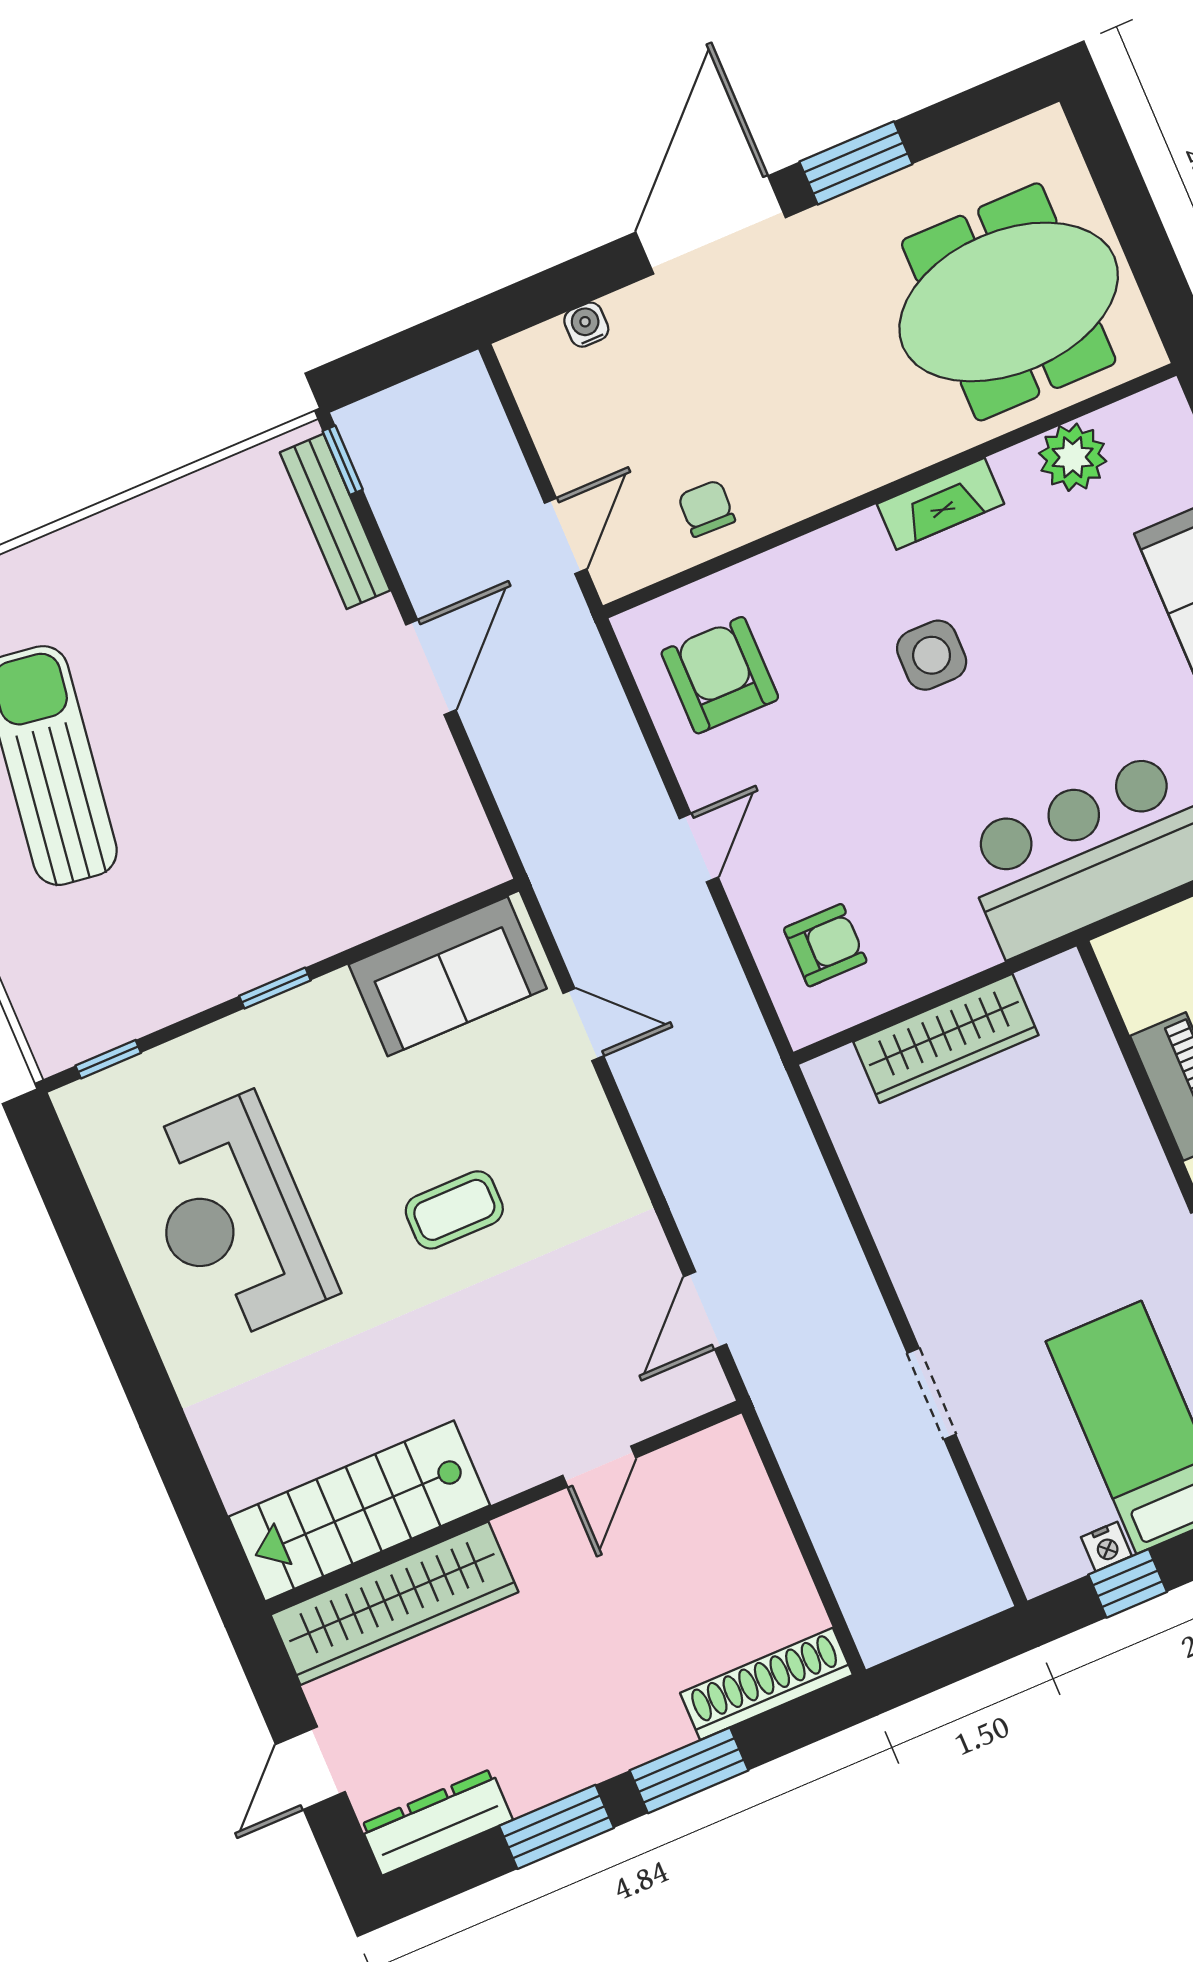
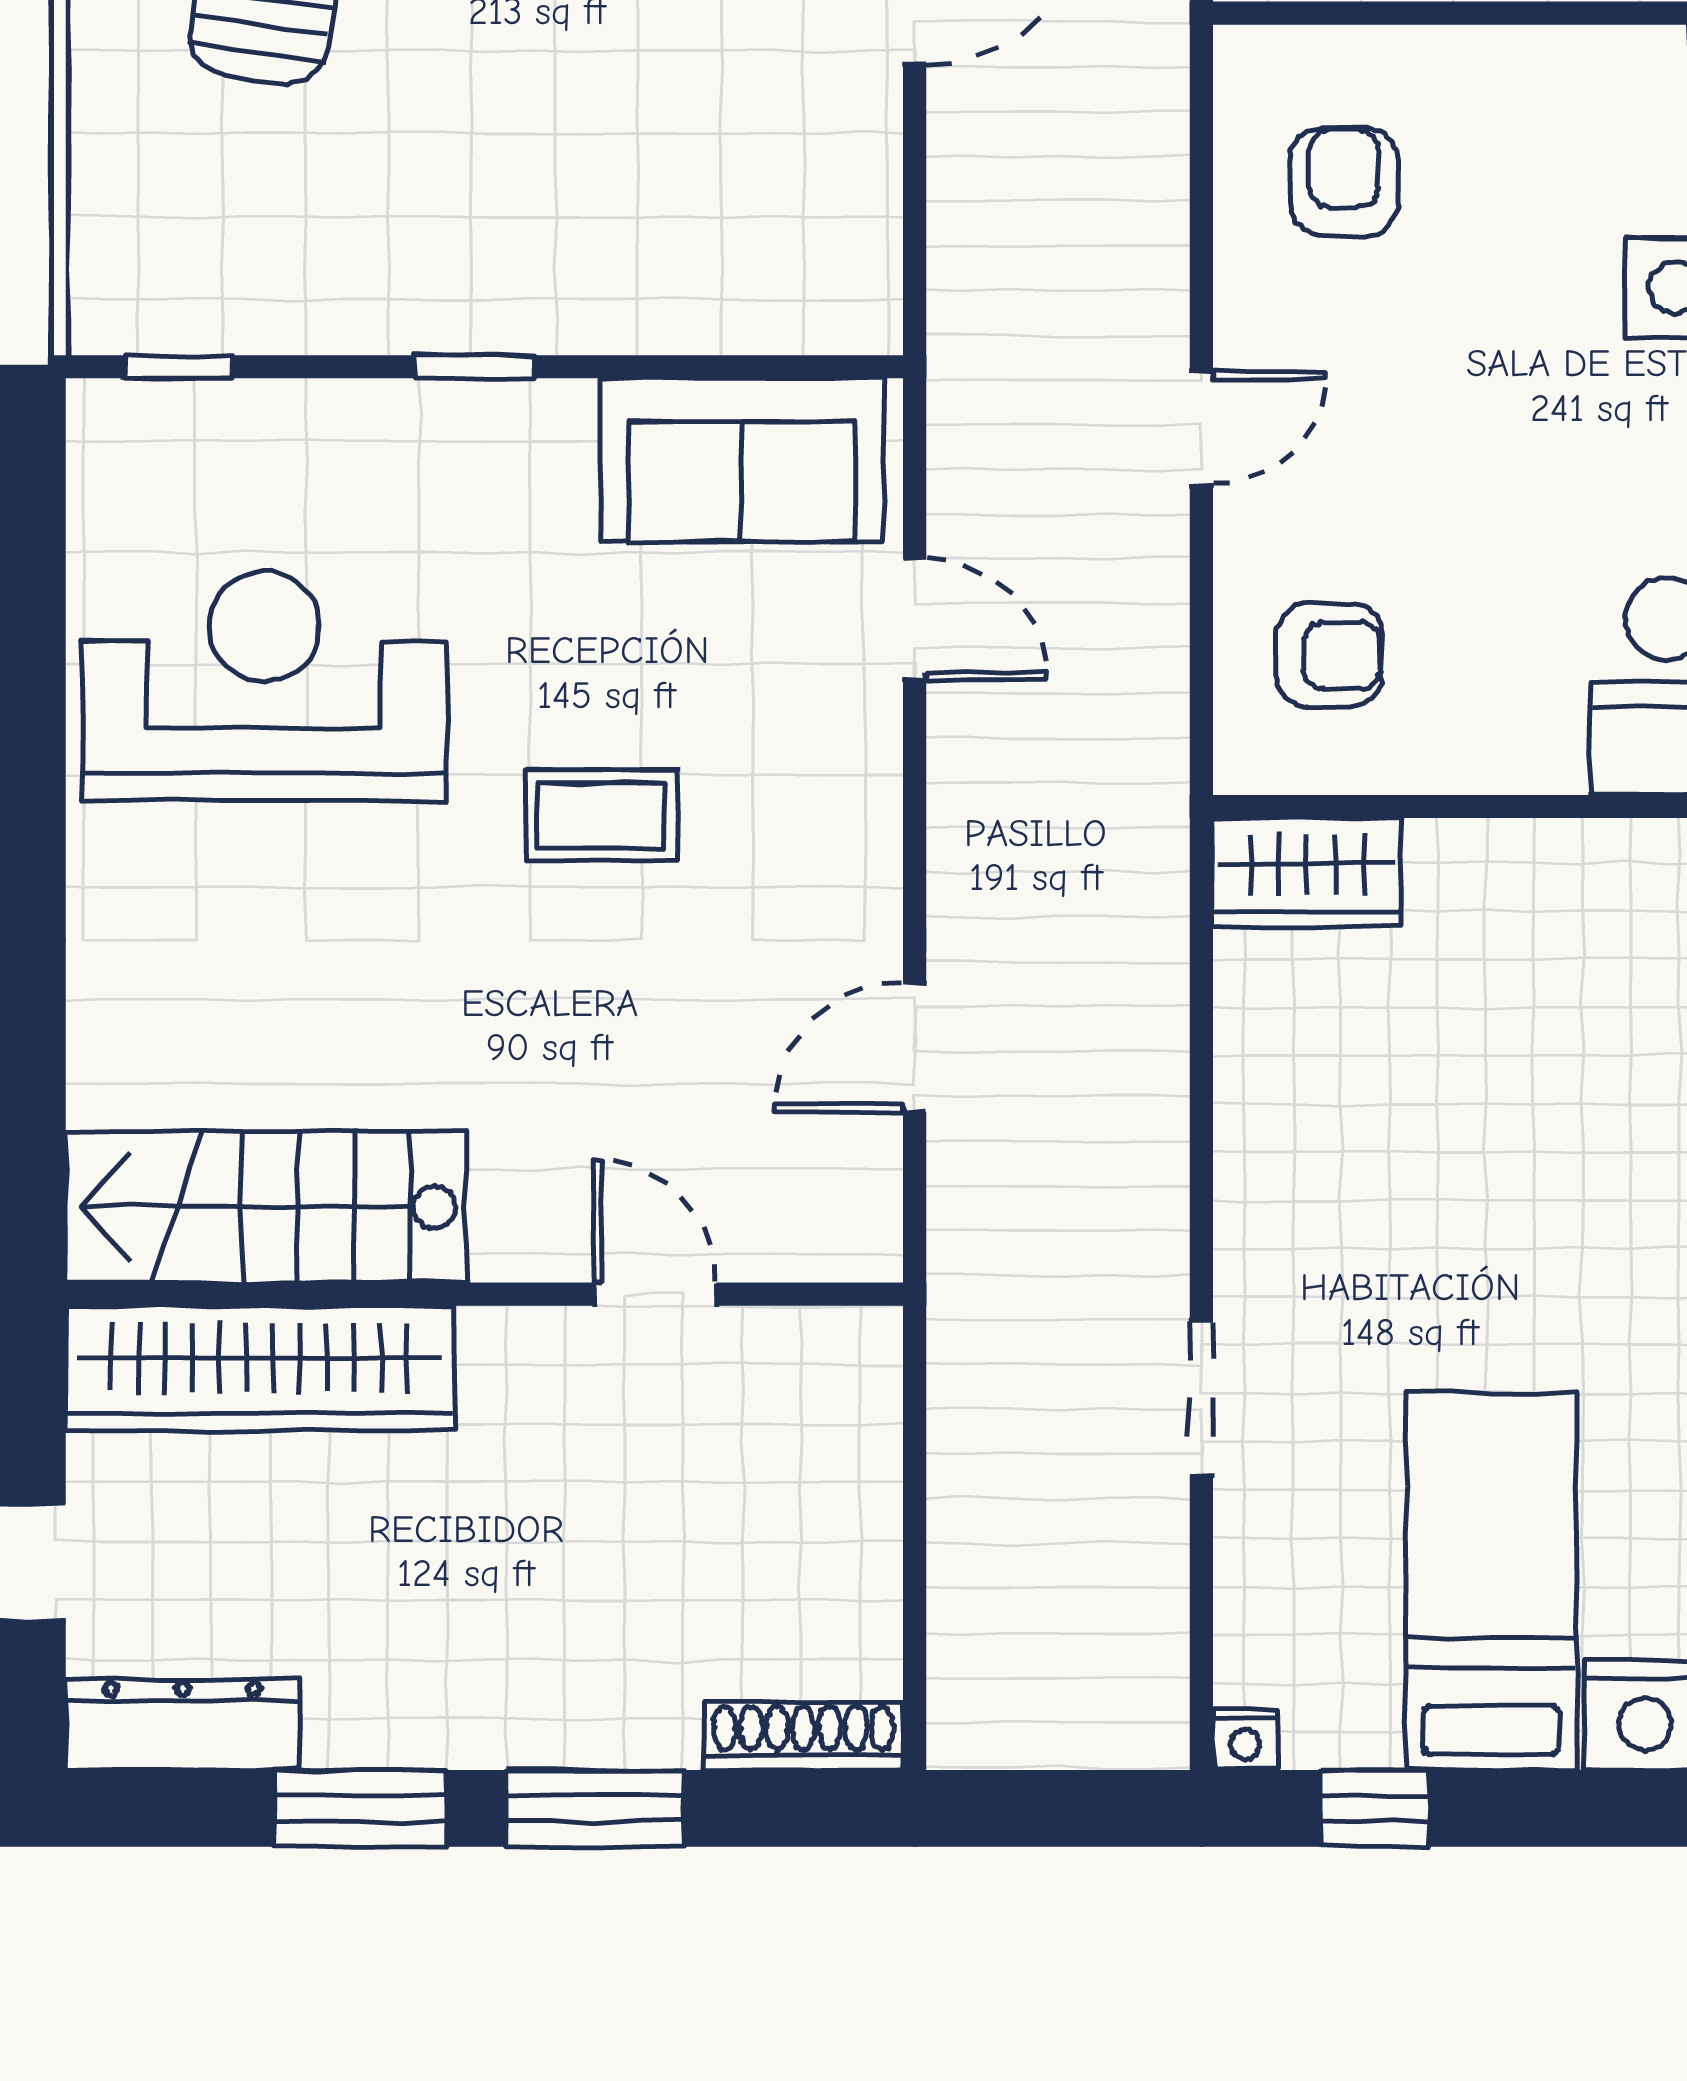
armchair: (720, 675) -> (1344, 182), width x0.72, depth x0.72
wardrobe: (946, 1038) -> (1307, 873), moved, width x0.67
reception desk: (233, 1218) -> (264, 686), turned 90
door: (705, 1310) -> (915, 1047), moved
door: (599, 1467) -> (655, 1294), swing flipped
nightstand: (1106, 1547) -> (1245, 1740), moved
shoe rack: (767, 1684) -> (803, 1736), width x0.74, depth x0.81

